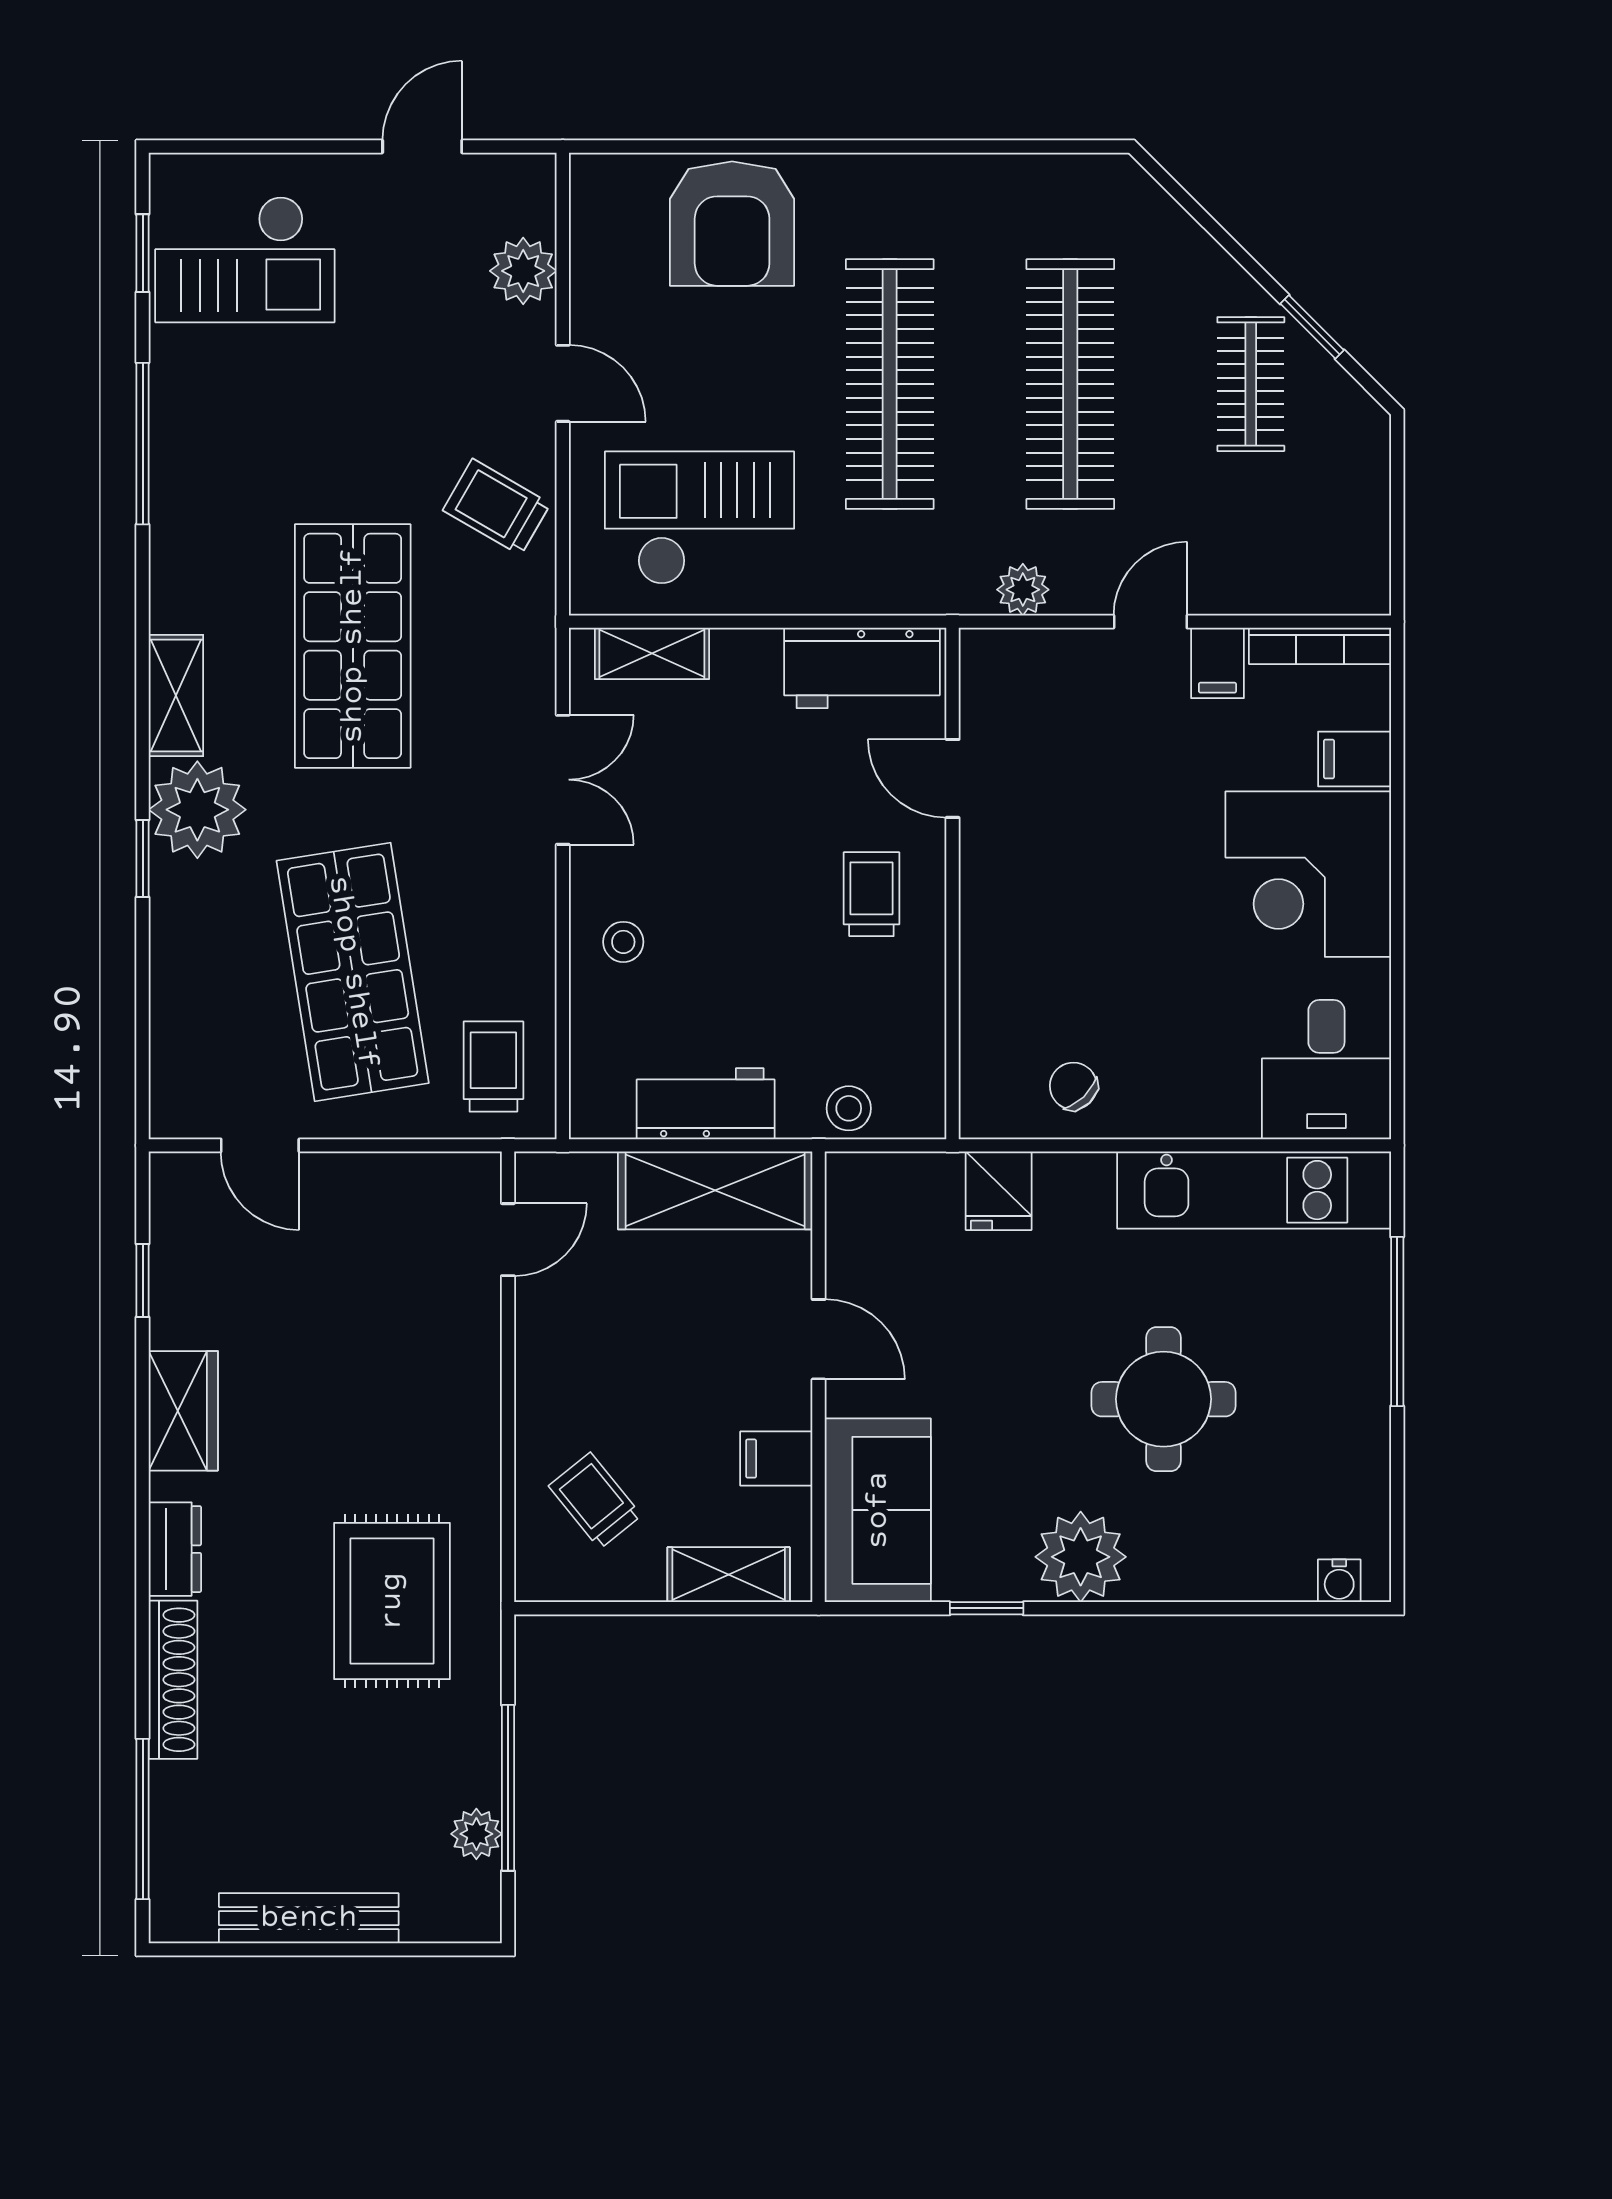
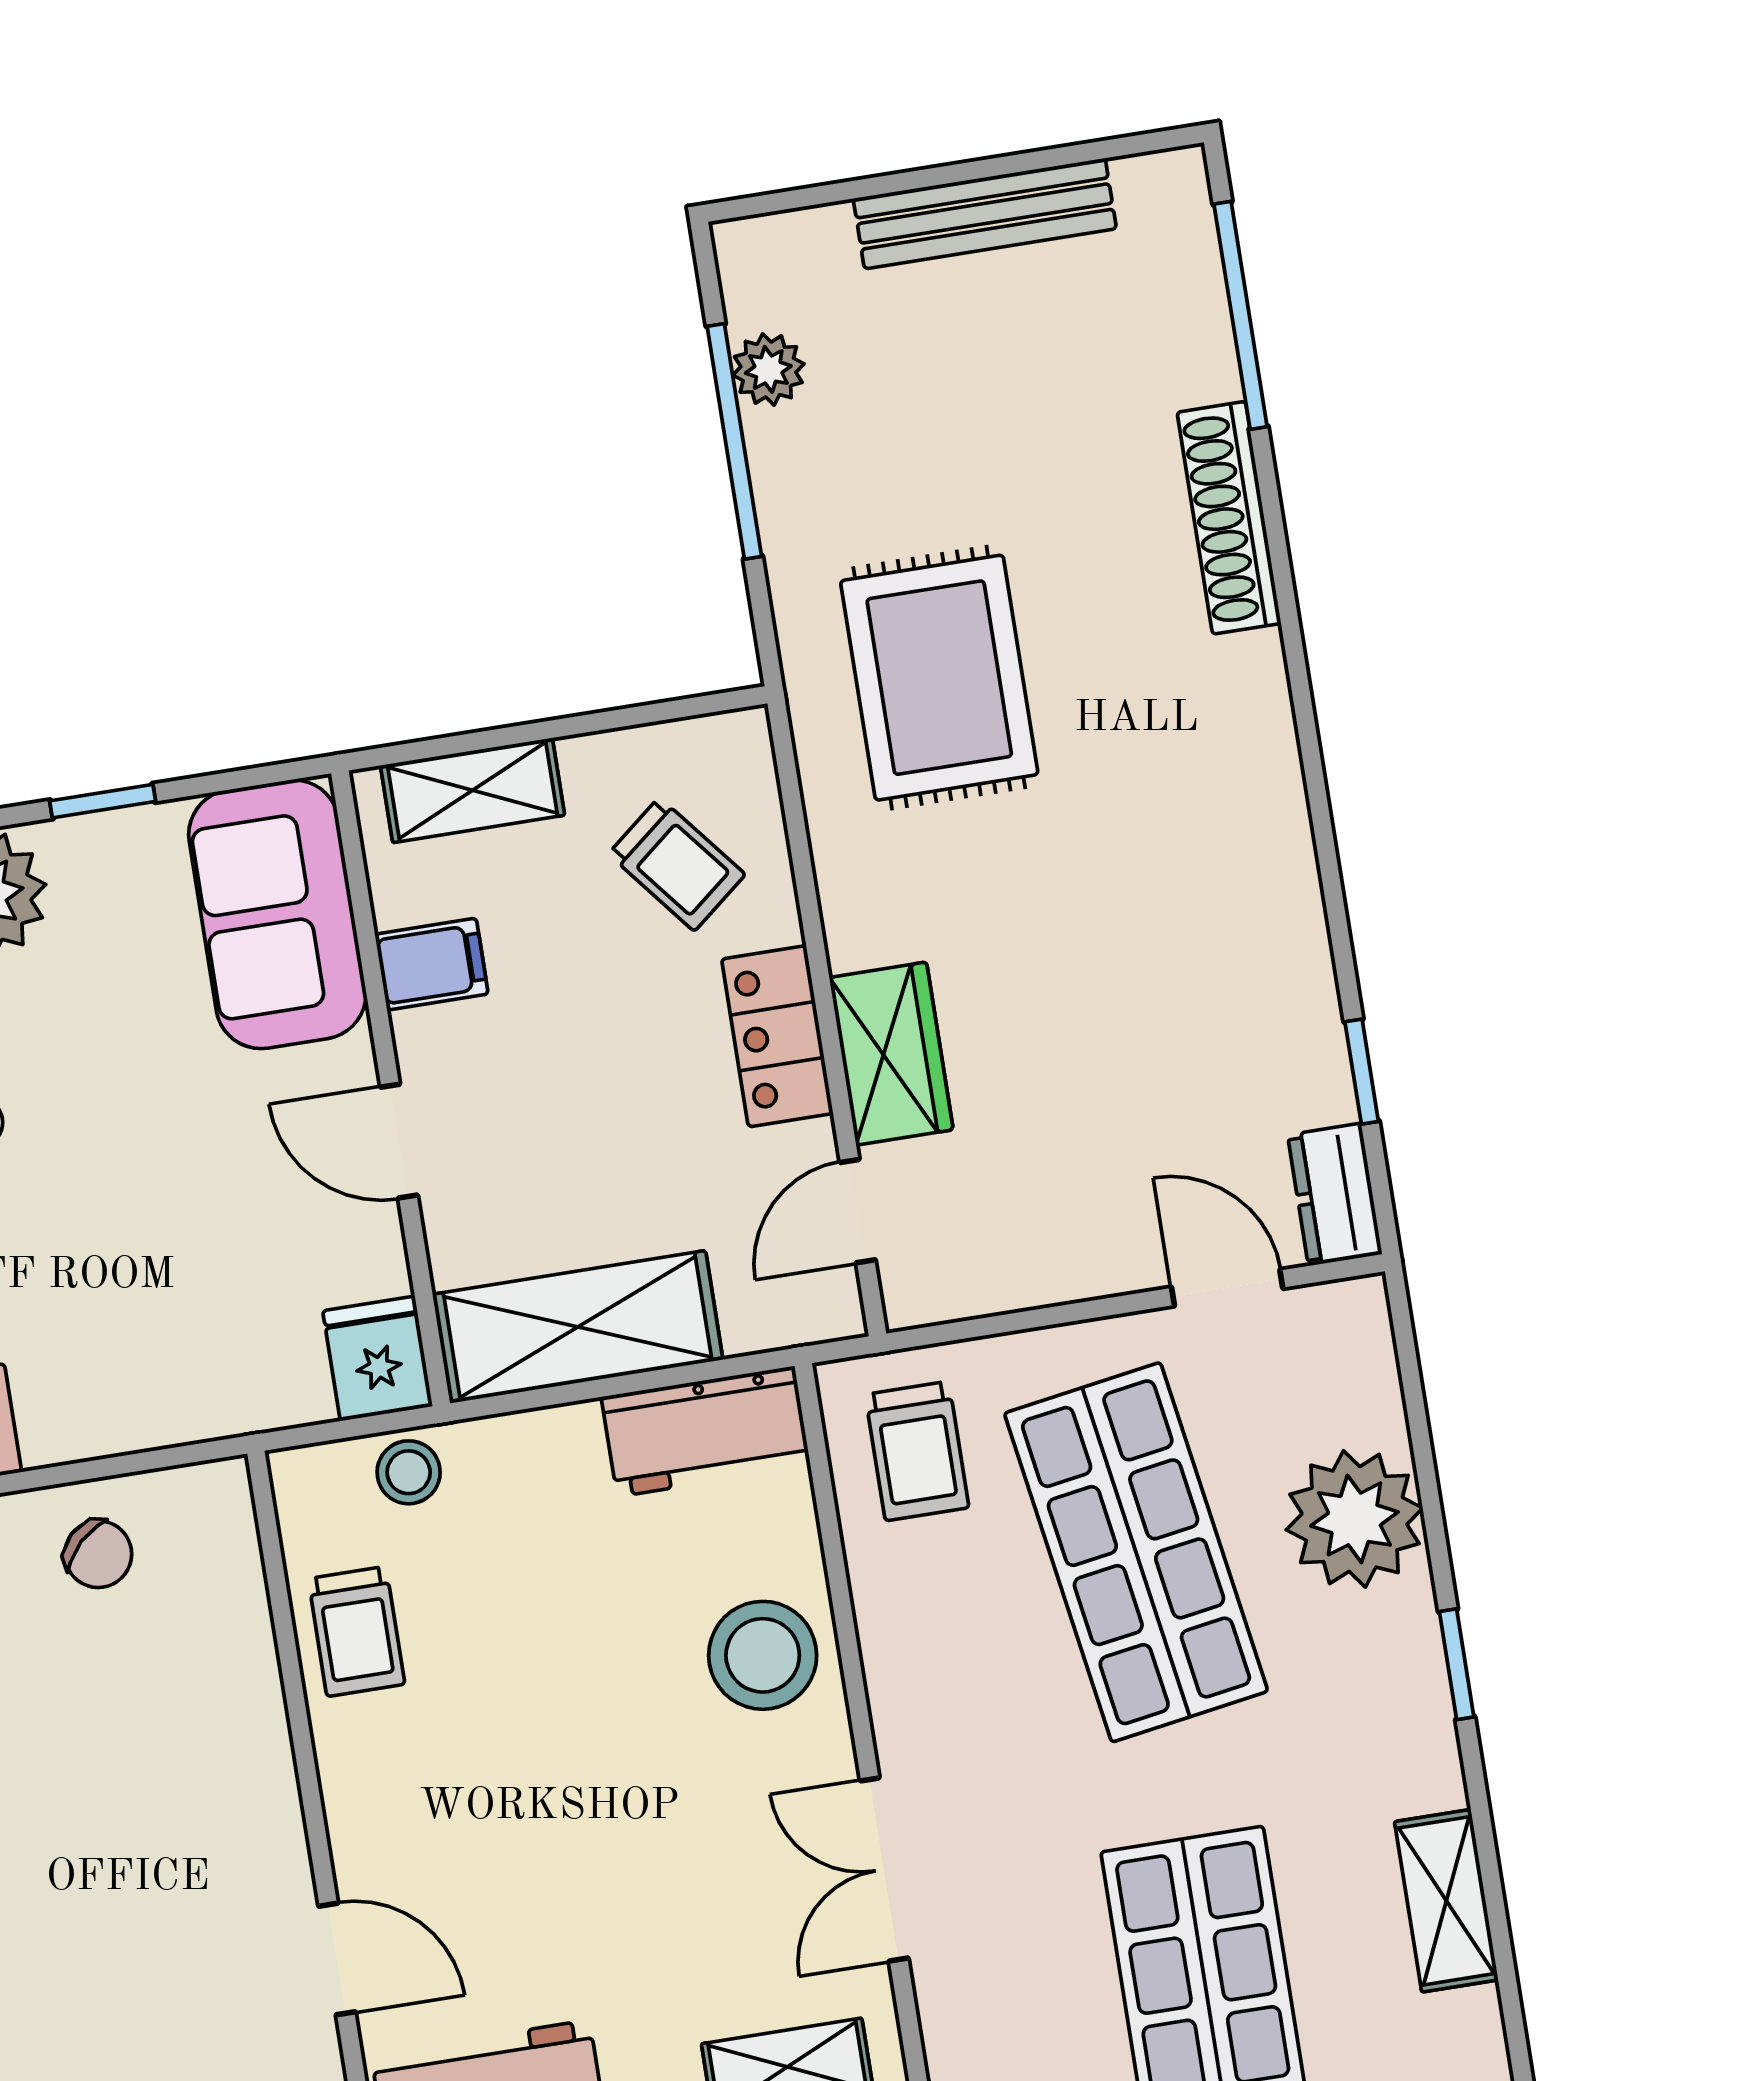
plant: (197, 810) -> (1354, 1519), moved
trolley: (871, 894) -> (357, 1631), moved
stool: (623, 942) -> (763, 1655), width x1.89, depth x1.89
workbench: (706, 1104) -> (706, 1431), moved
fridge: (999, 1191) -> (378, 1359), moved
locker: (544, 1370) -> (777, 1036), added
wardrobe: (183, 1411) -> (891, 1054), moved, turned 180
dresser: (175, 1549) -> (1335, 1194), moved

